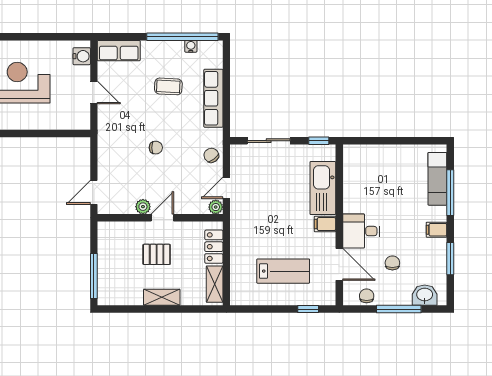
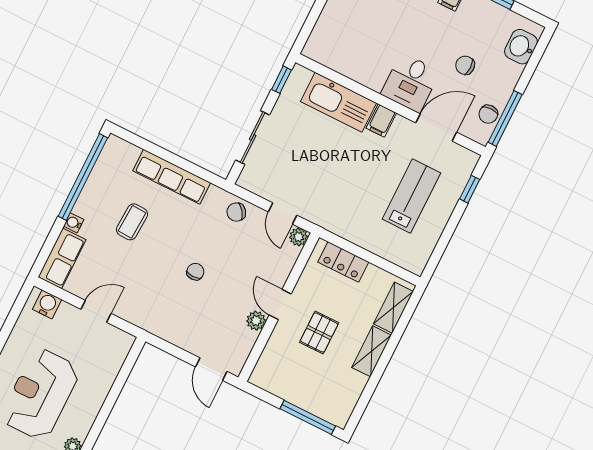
water cooler: (191, 46) -> (74, 223), moved
shelving: (215, 284) -> (393, 308), moved, turned 90
chair: (367, 296) -> (488, 114), turned -90
window: (399, 309) -> (505, 118), moved

